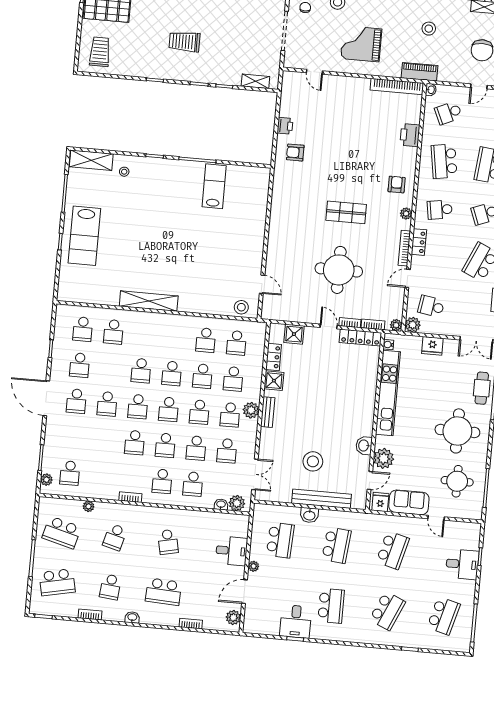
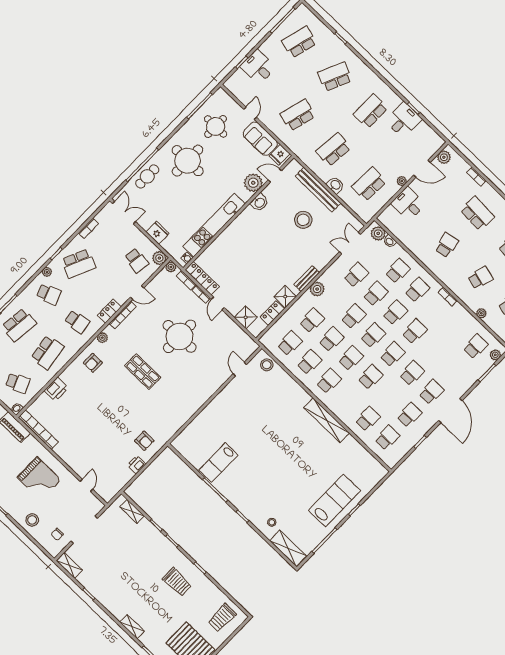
trolley: (185, 42) -> (177, 582), moved
school desk: (230, 415) -> (329, 381), moved

